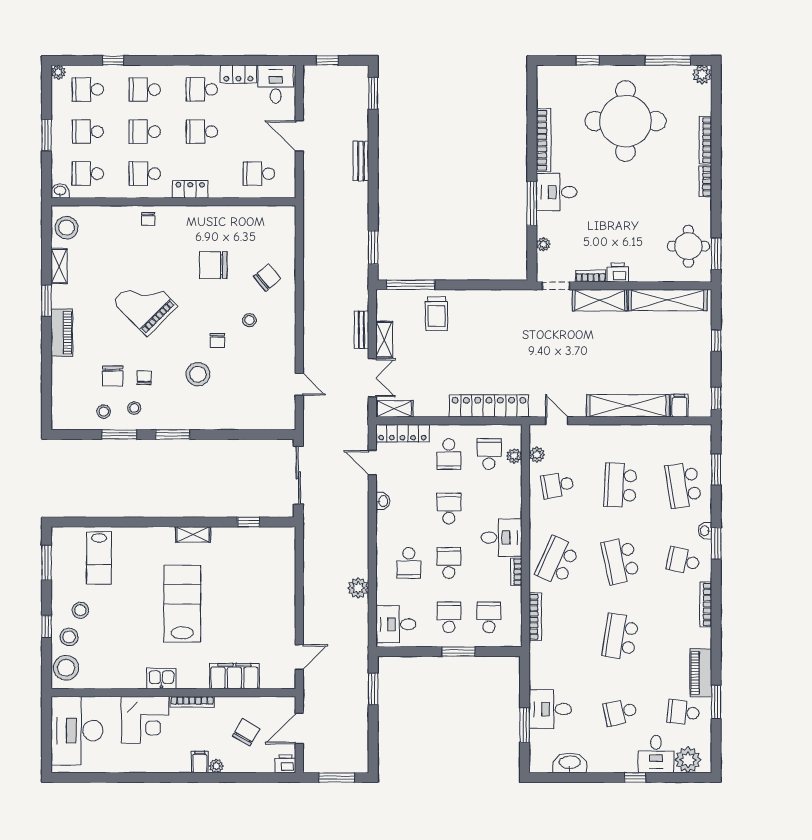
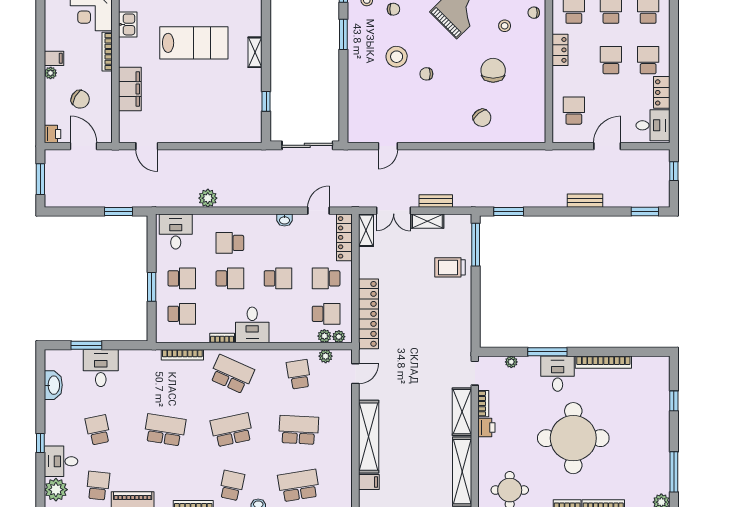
round table: (625, 121) -> (573, 438), moved
stool: (249, 320) -> (505, 26), moved
plant: (515, 440) -> (339, 337), added

